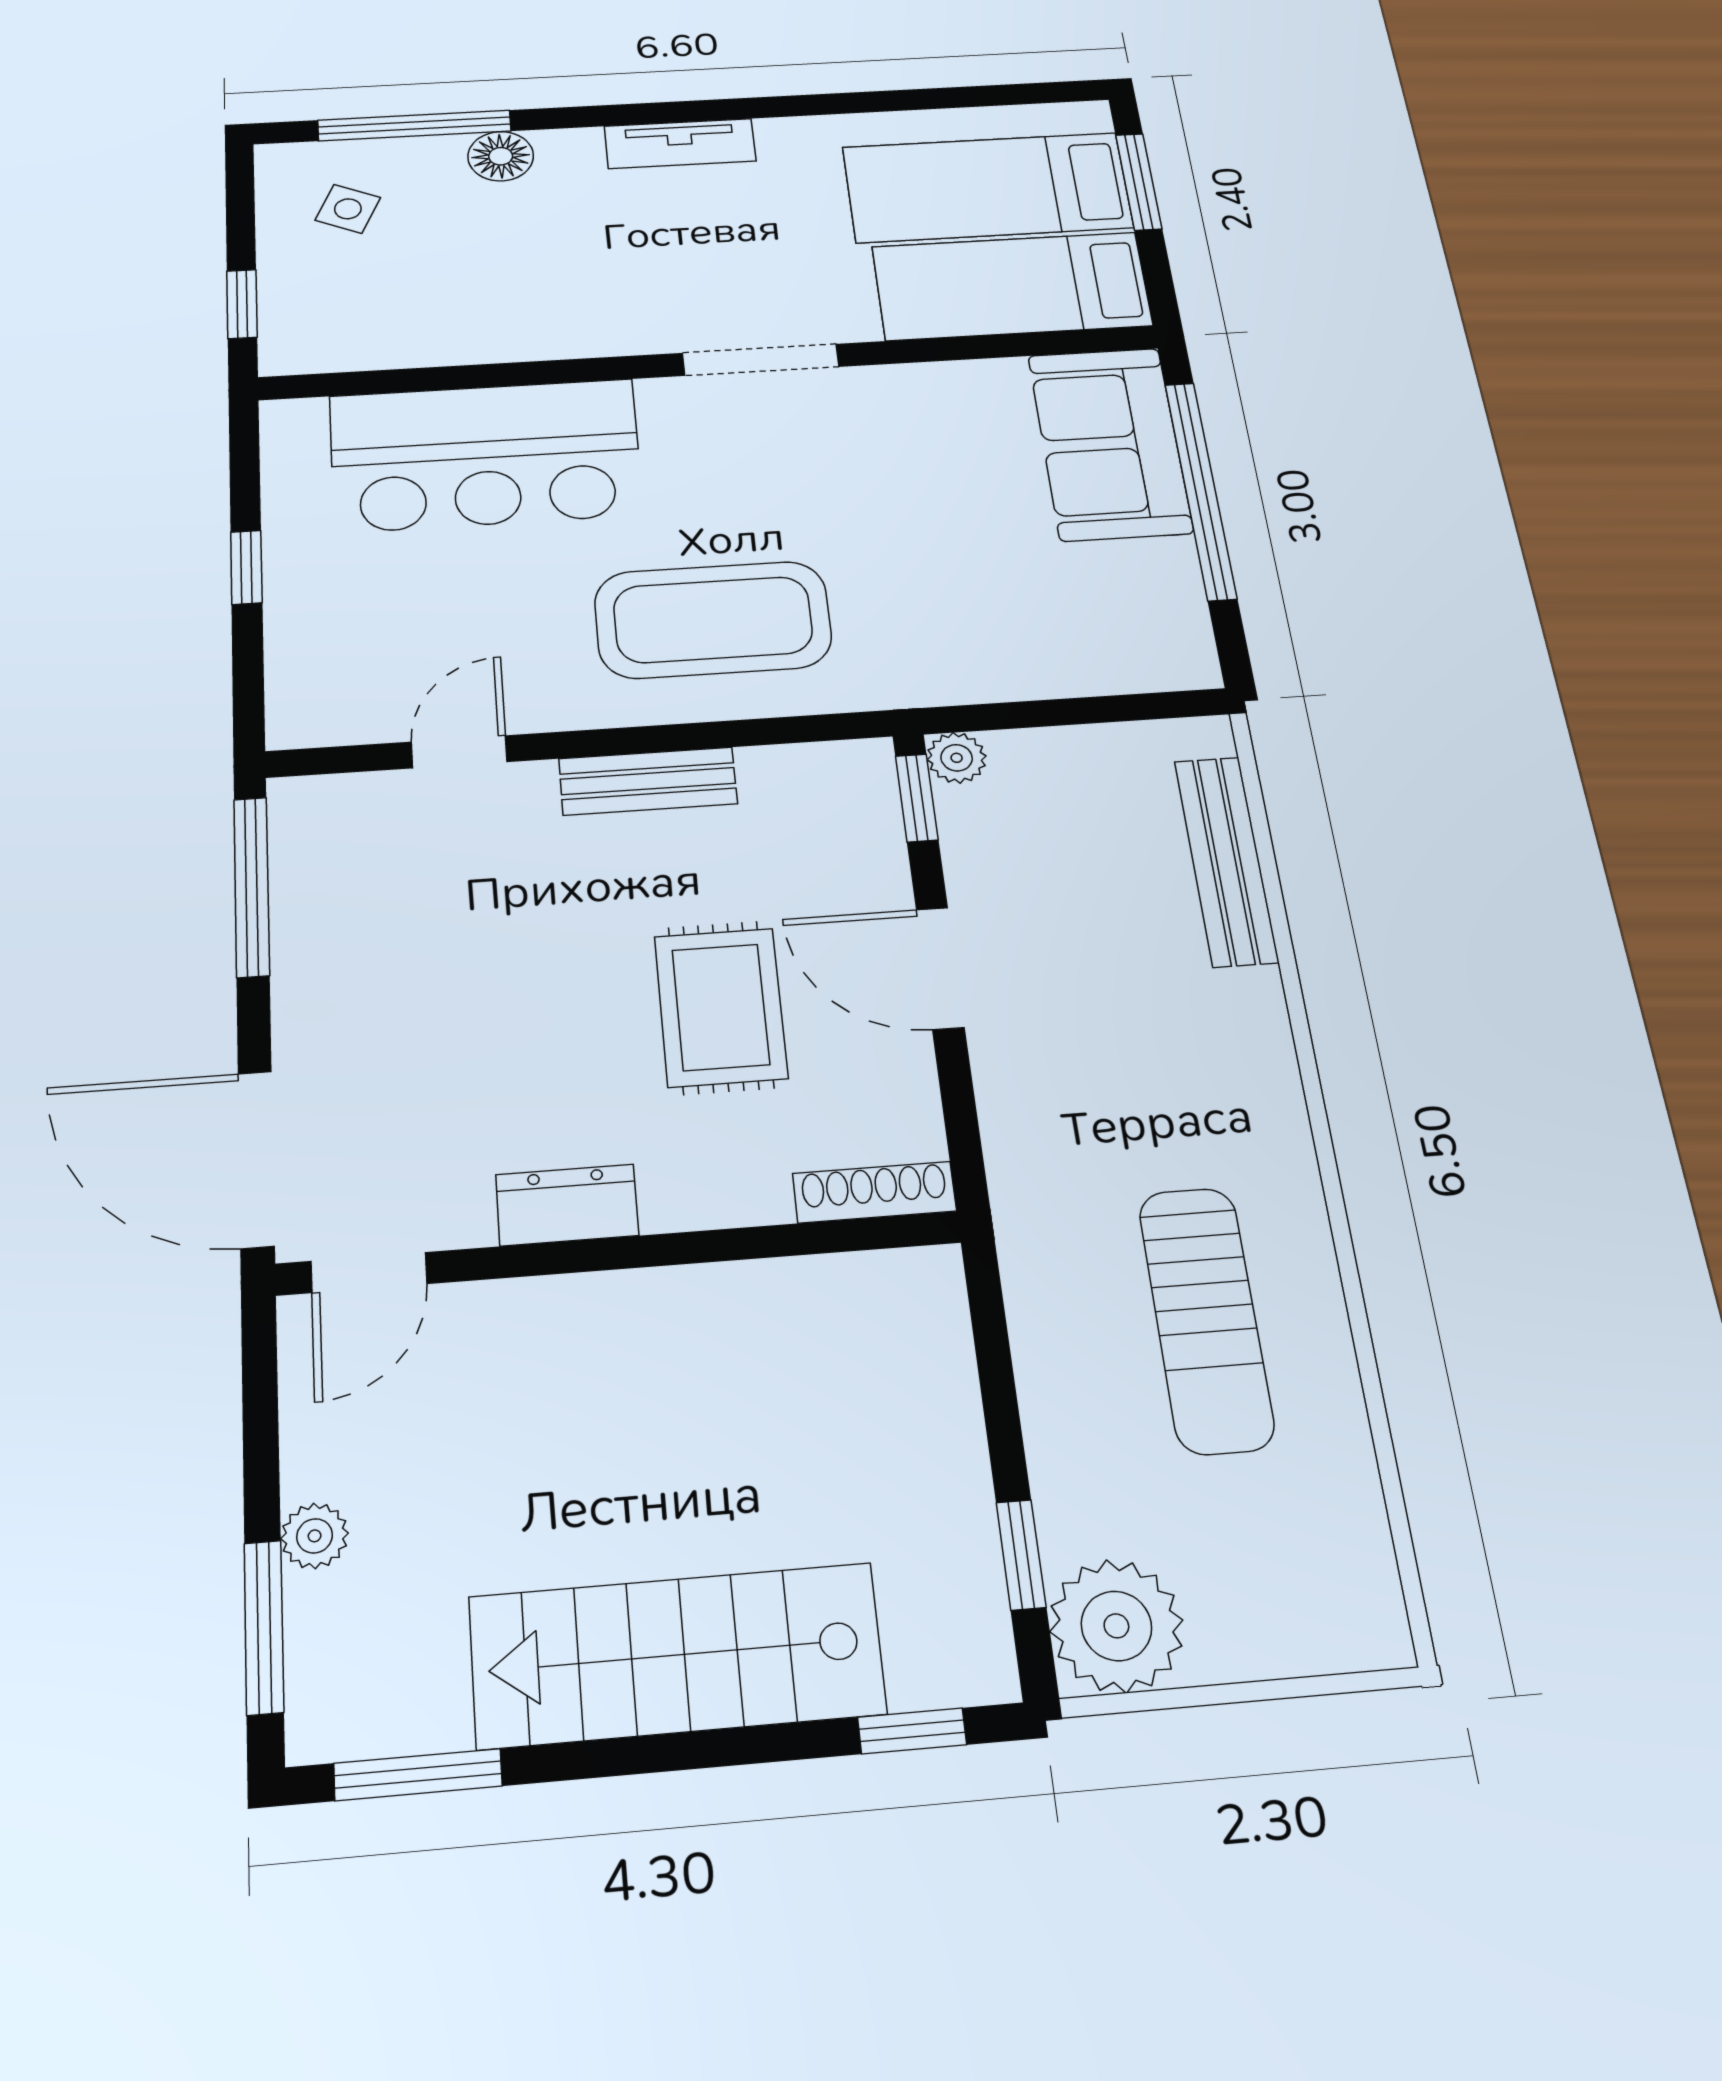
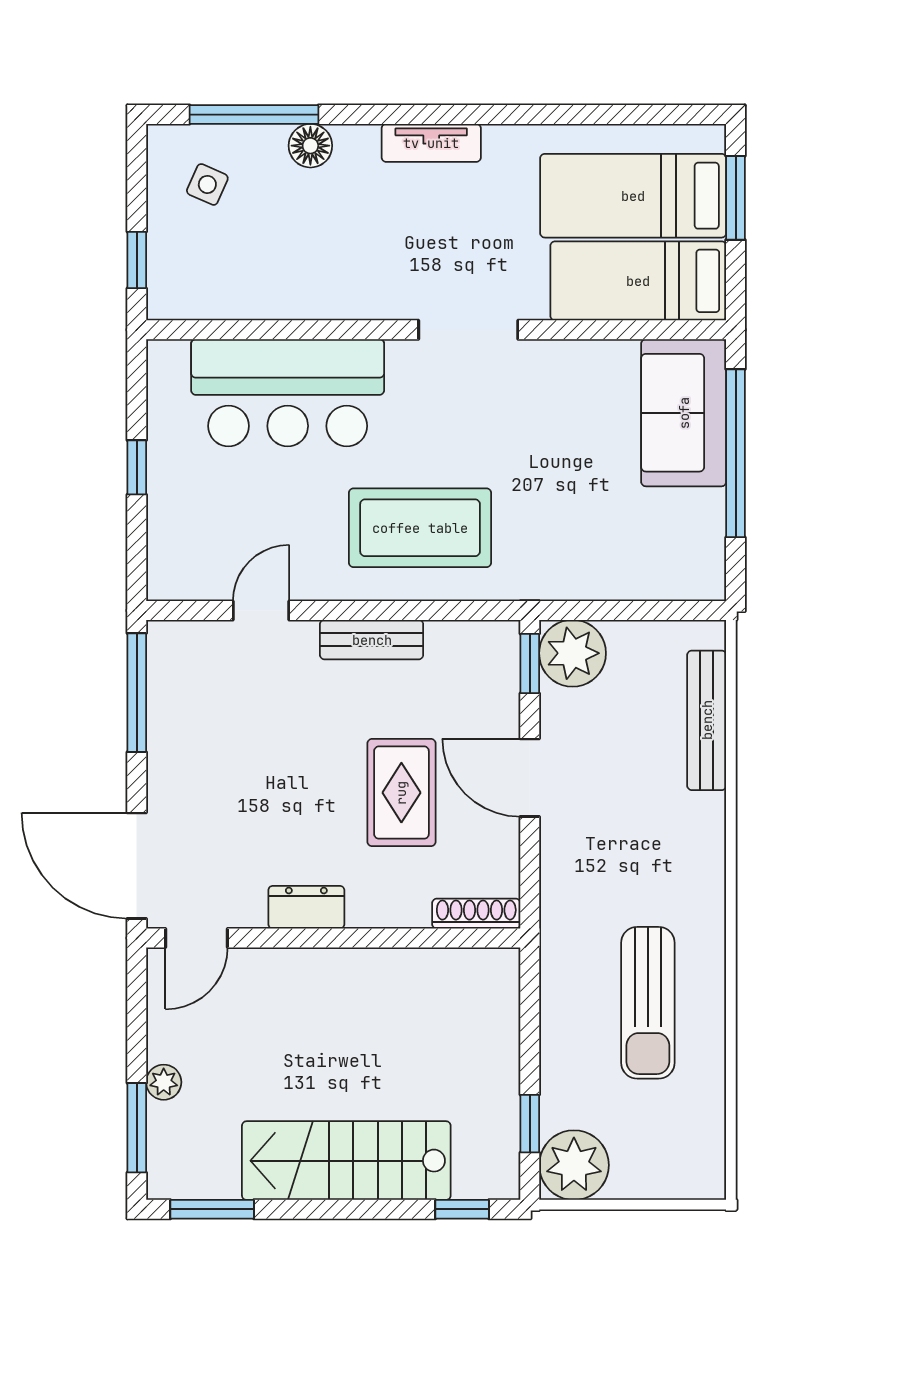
plant: (957, 758) -> (573, 653), width x1.87, depth x1.87

